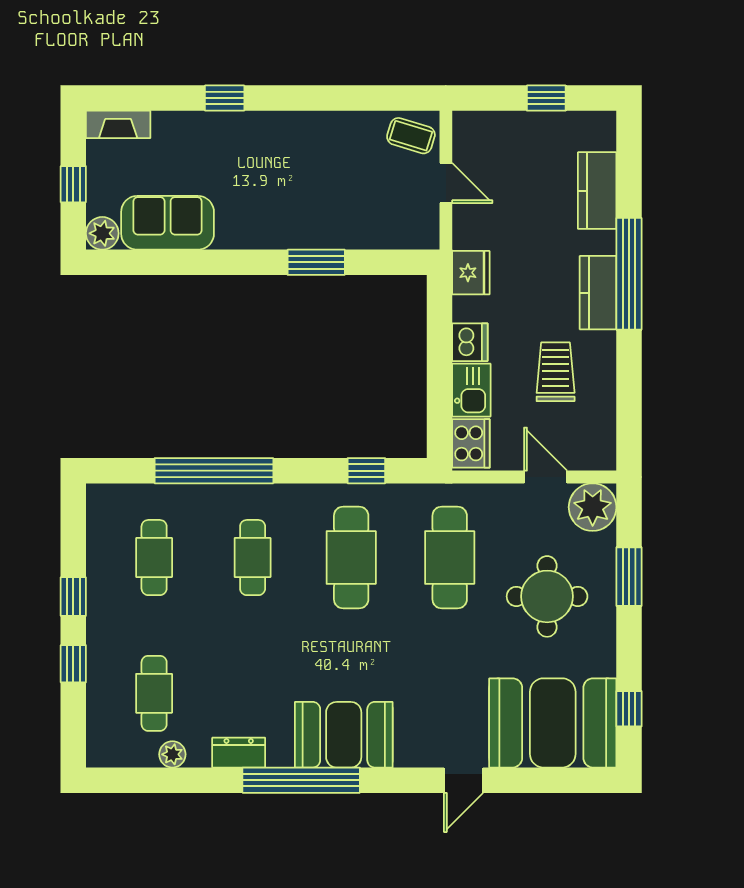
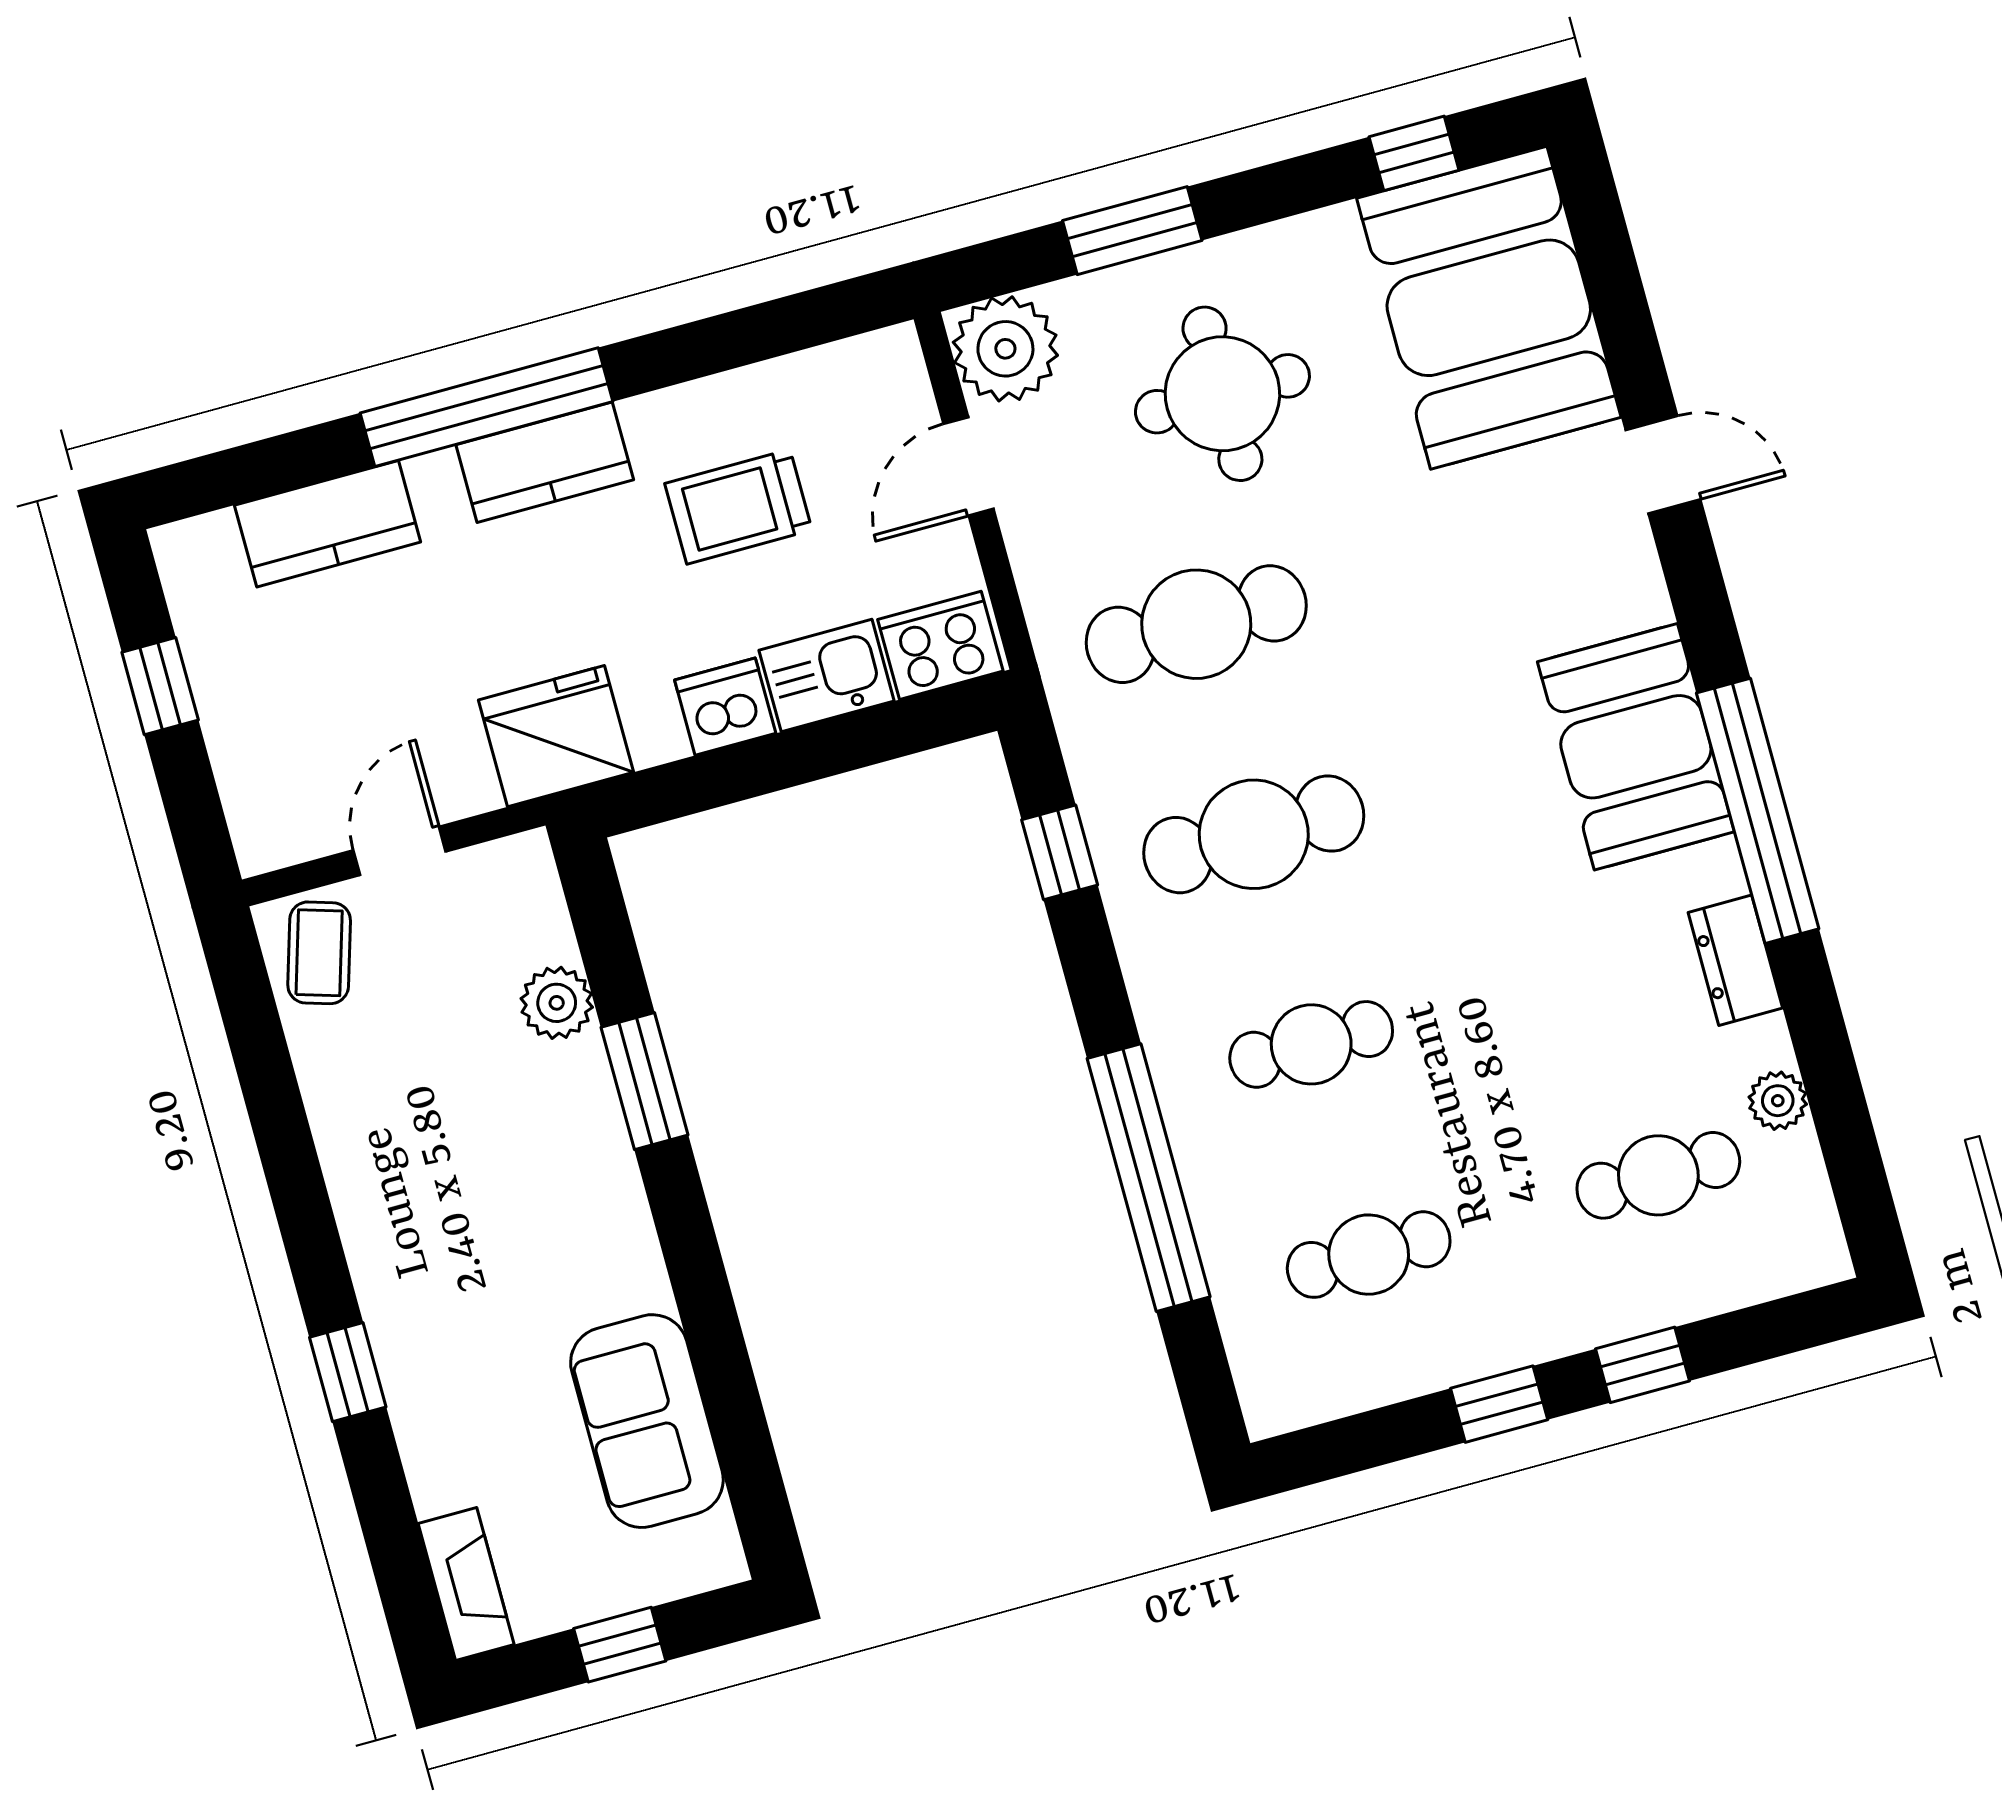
plant: (102, 233) -> (557, 1003), moved
fridge: (471, 273) -> (556, 736), width x1.36, depth x1.34

